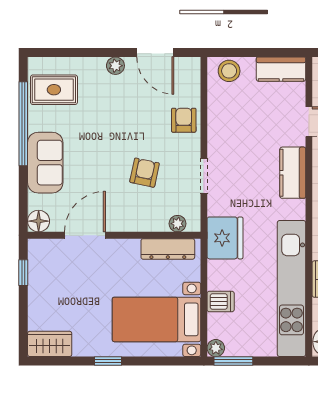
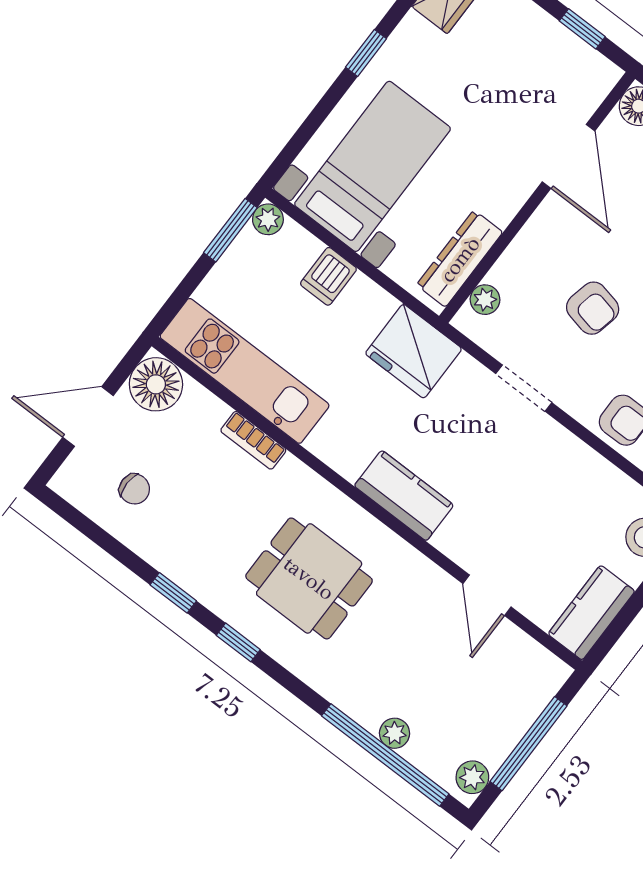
kitchen counter: (293, 173) -> (404, 496), moved
kitchen unit: (292, 289) -> (245, 371), width x0.73

